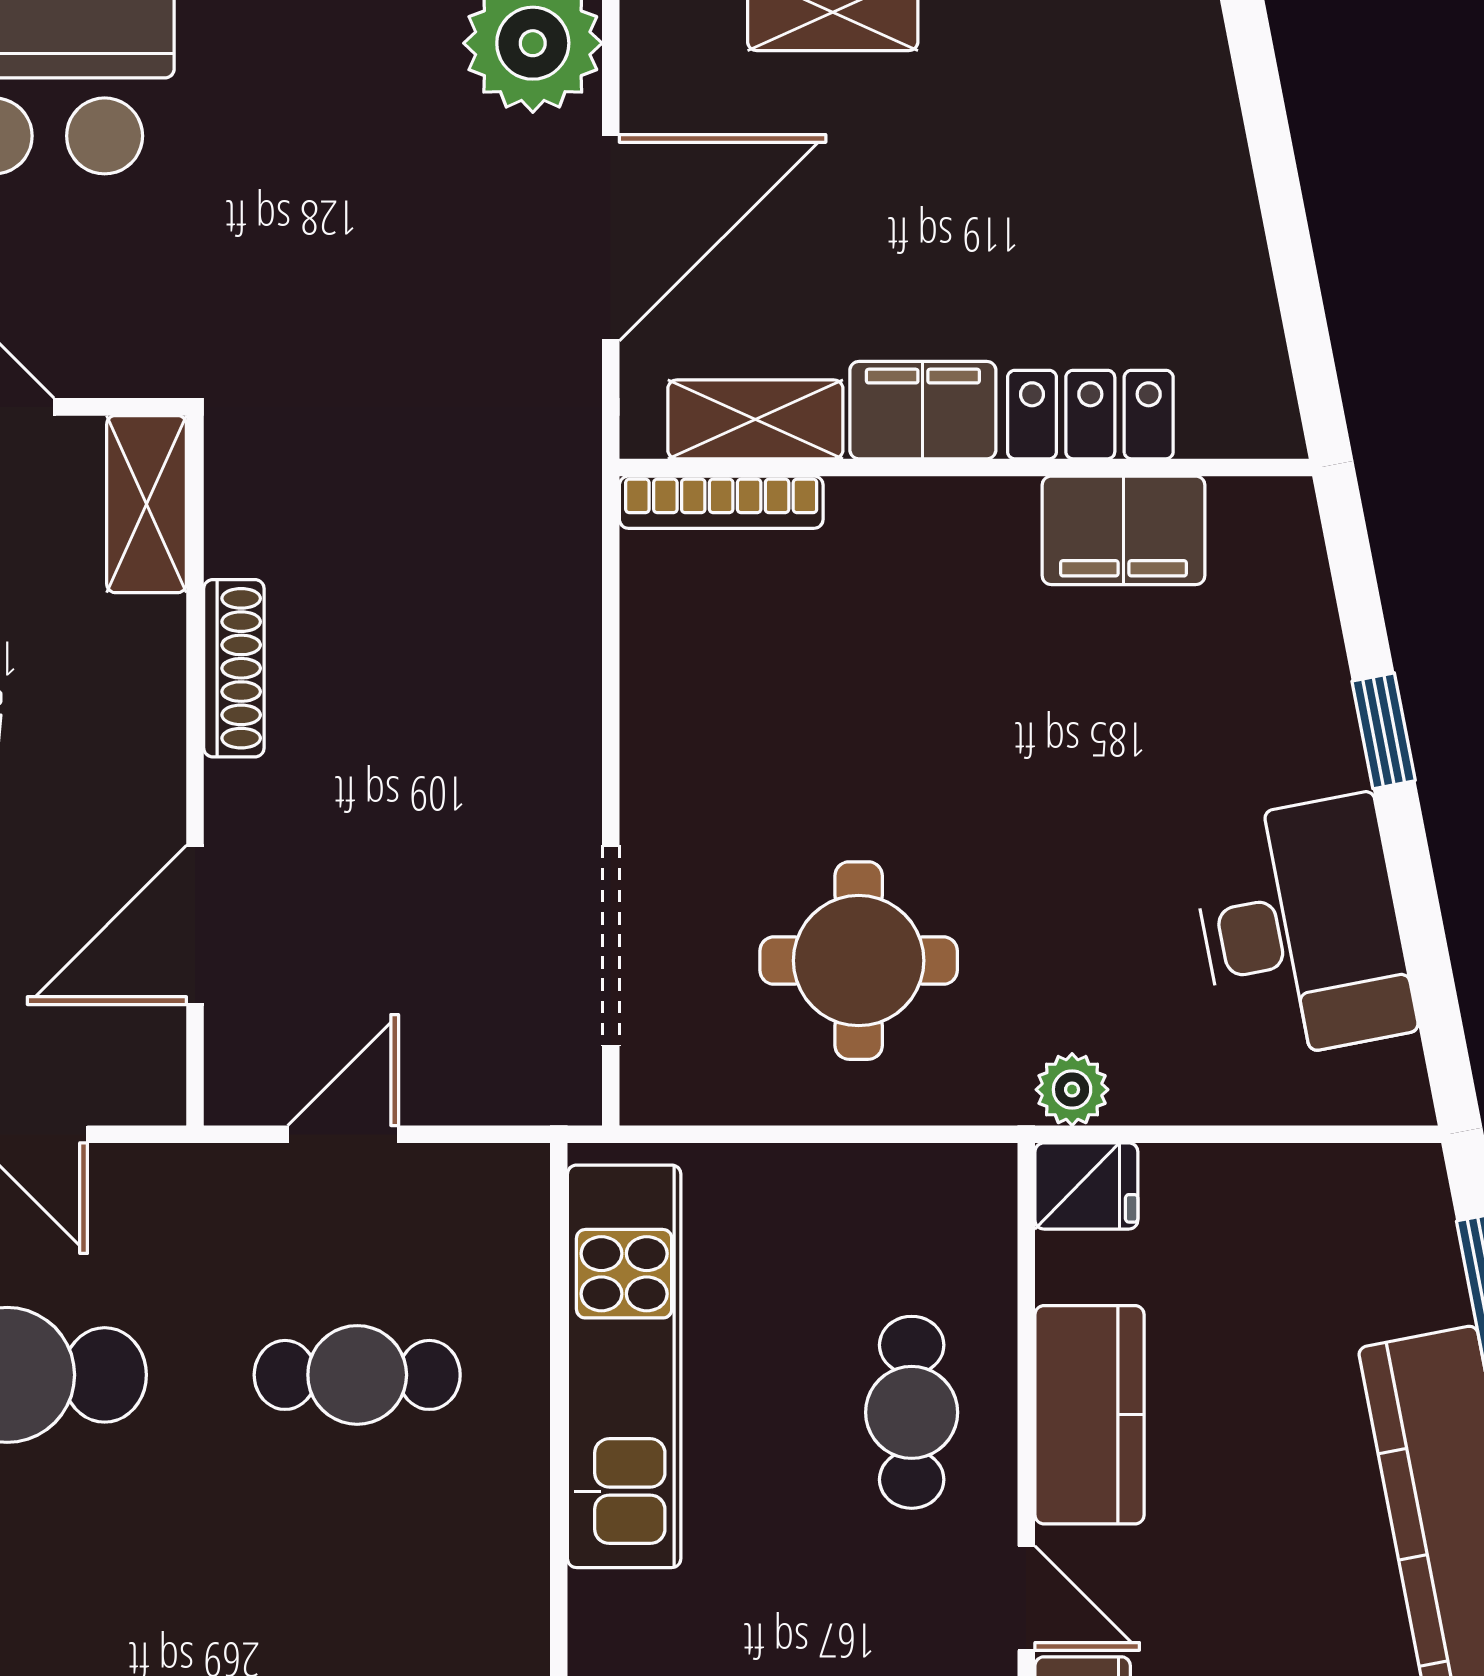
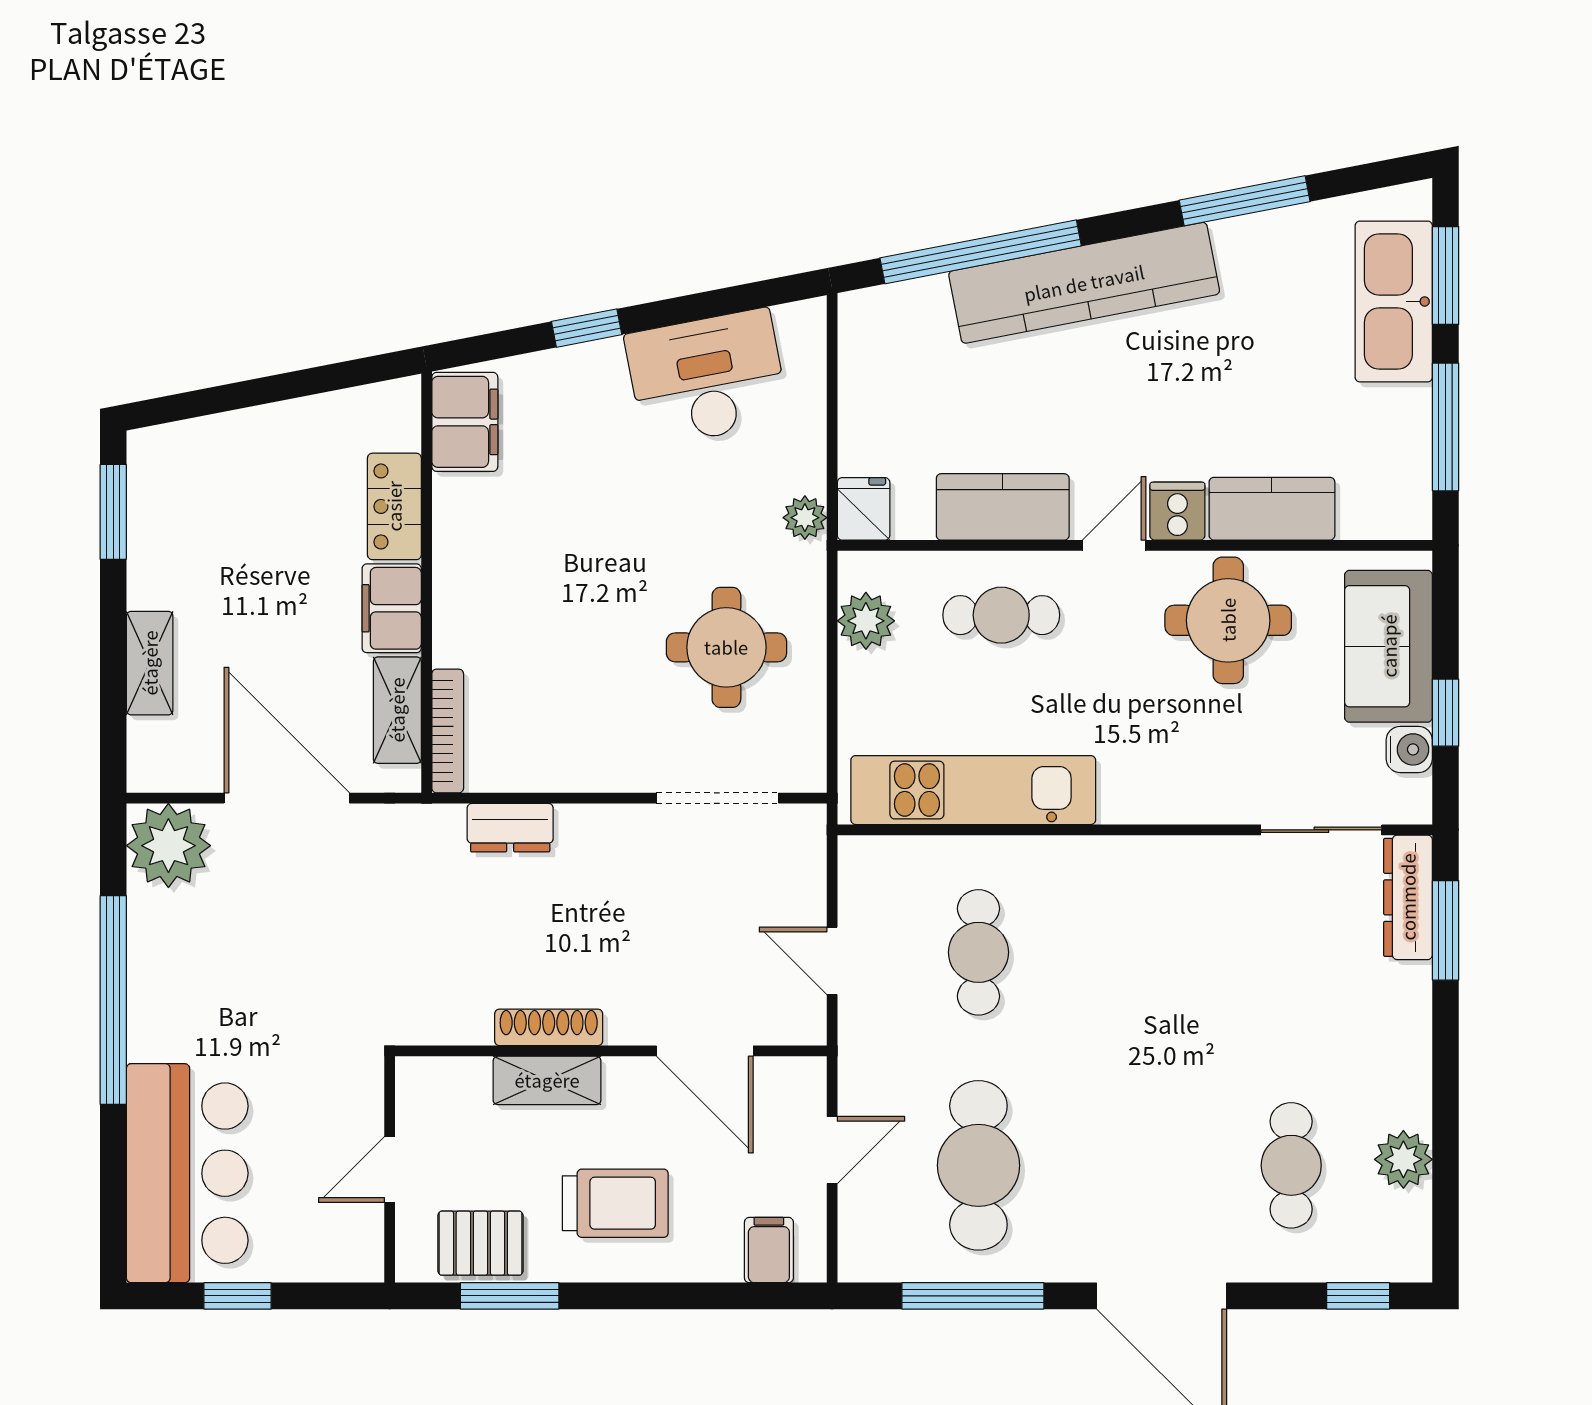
shelving: (147, 504) -> (547, 1080), moved
filing cabinet: (1124, 530) -> (465, 422), moved
dresser: (562, 605) -> (510, 828), added
plant: (902, 1190) -> (866, 621), added

